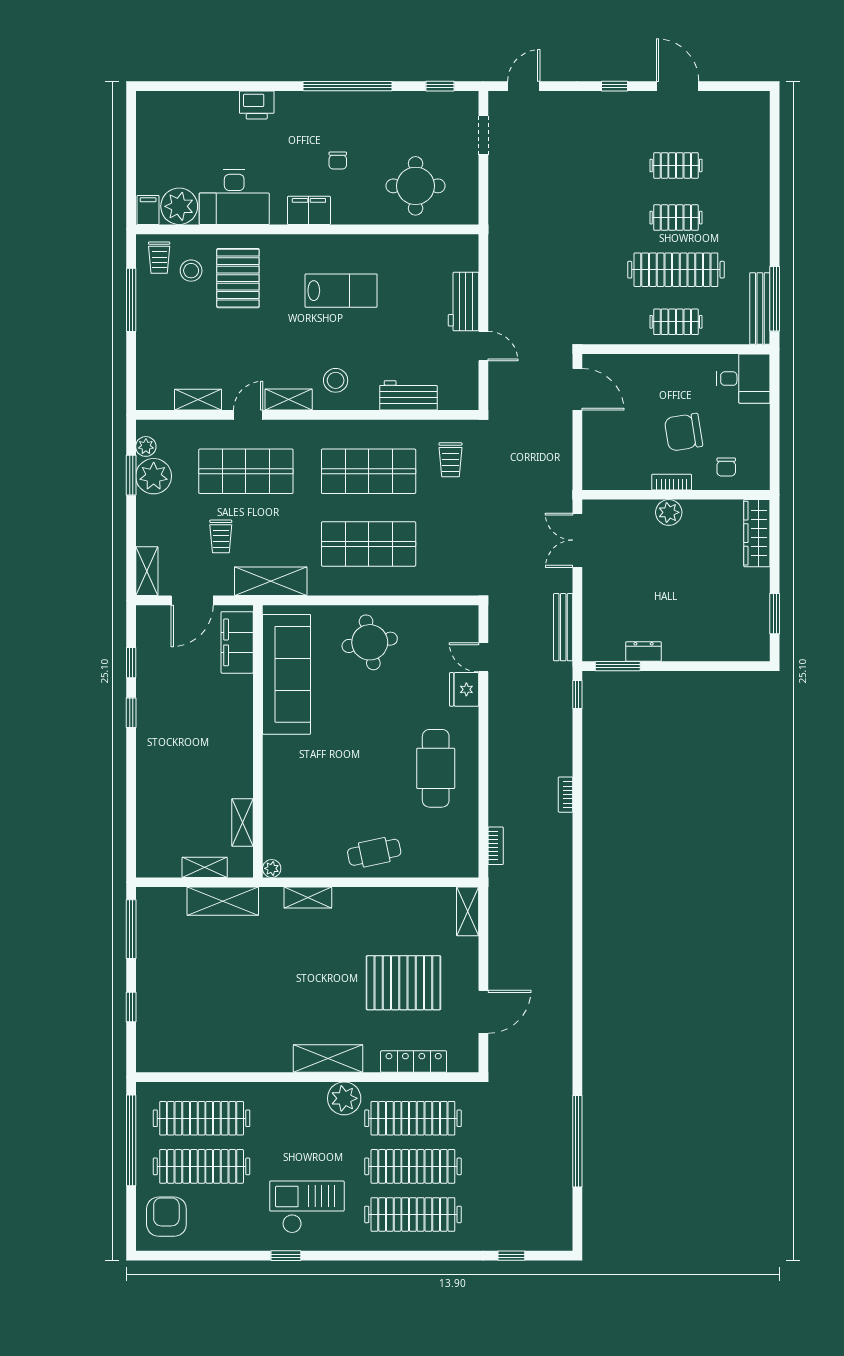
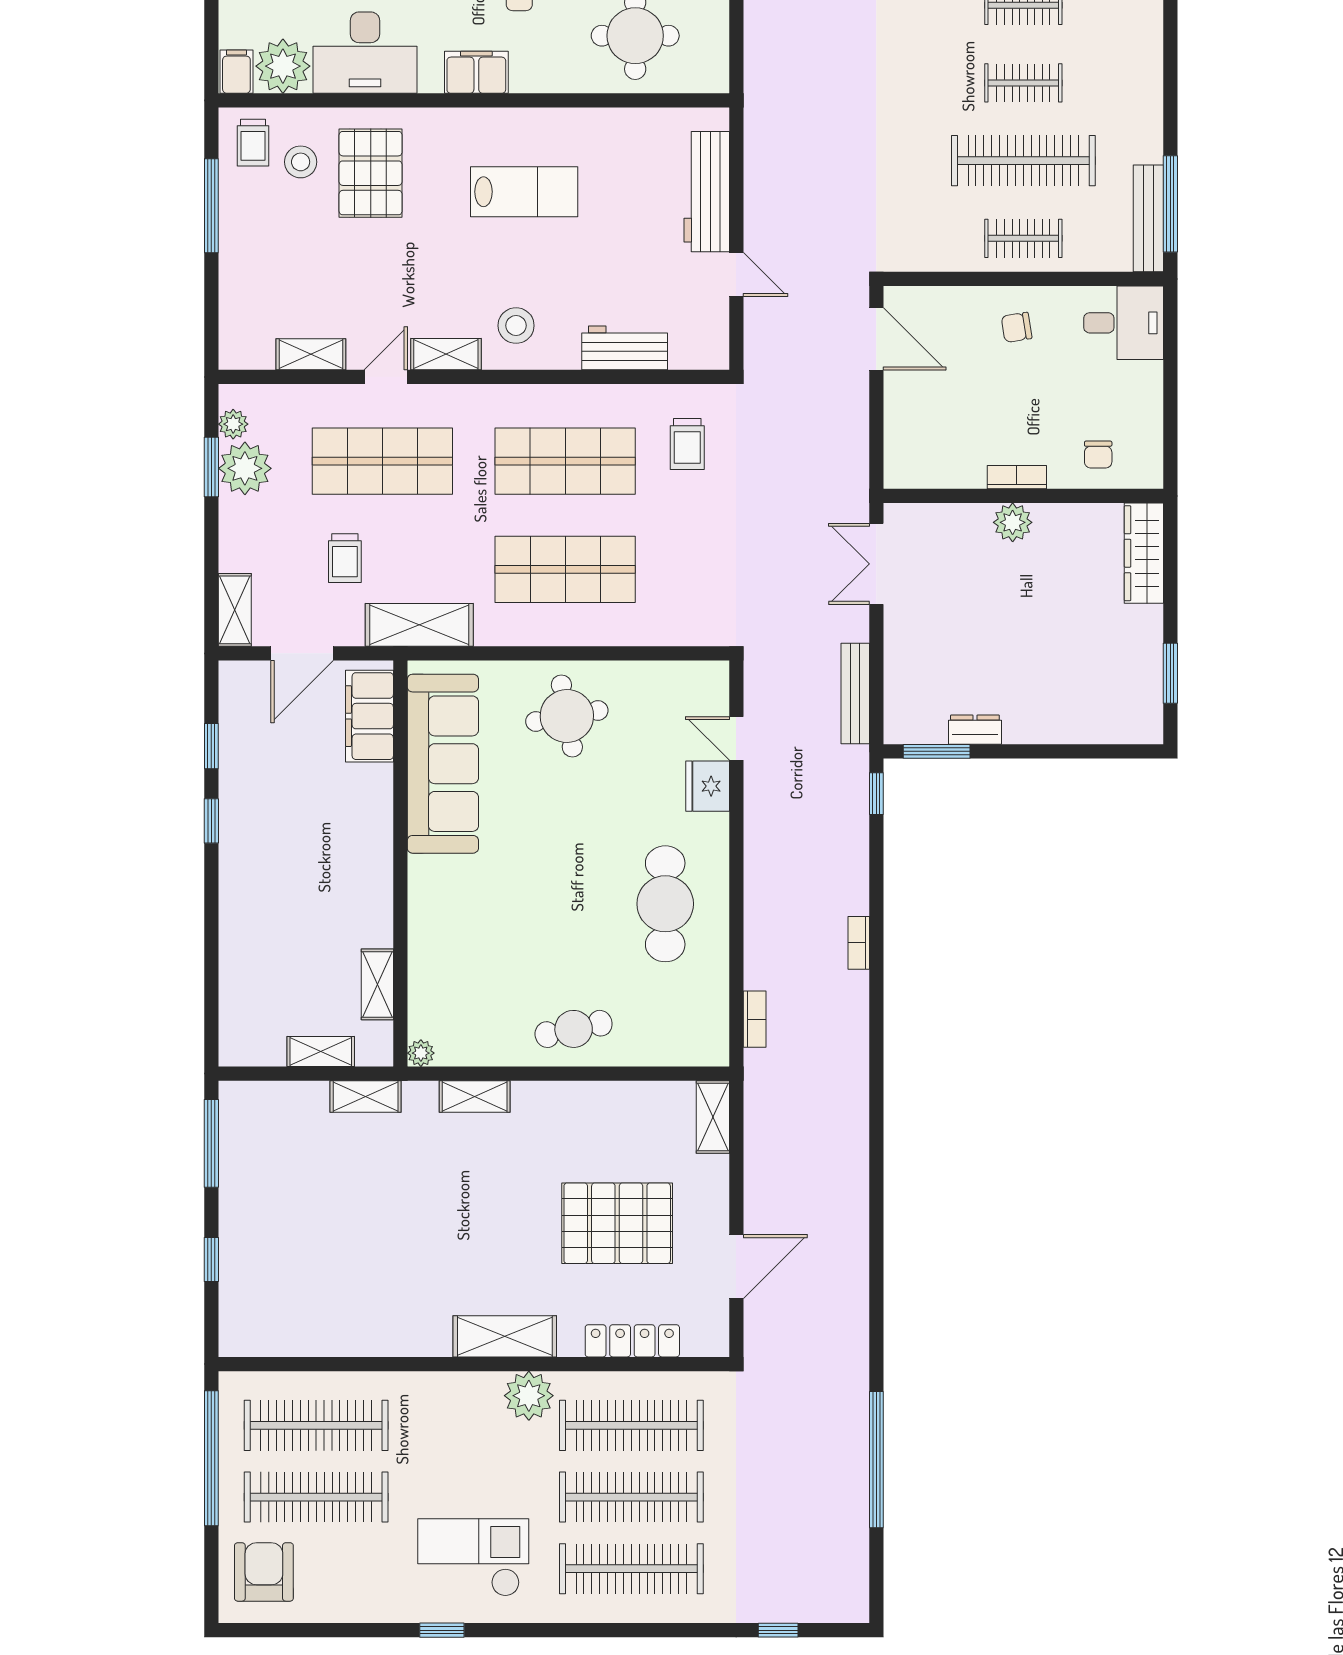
workbench: (464, 302) -> (707, 192), width x1.38
chair: (684, 432) -> (1017, 327), moved, width x0.54, depth x0.54
shelving: (223, 901) -> (366, 1096), width x0.67, depth x0.75

